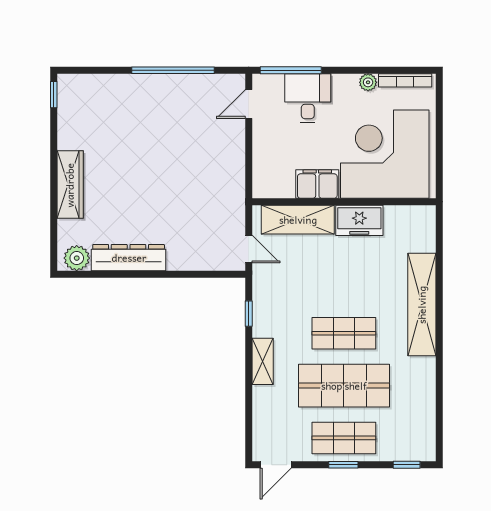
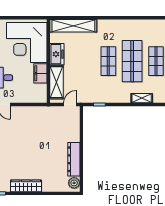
wardrobe: (70, 185) -> (26, 186), moved
shelving: (422, 305) -> (73, 26), moved
shelving: (263, 361) -> (142, 98), moved

